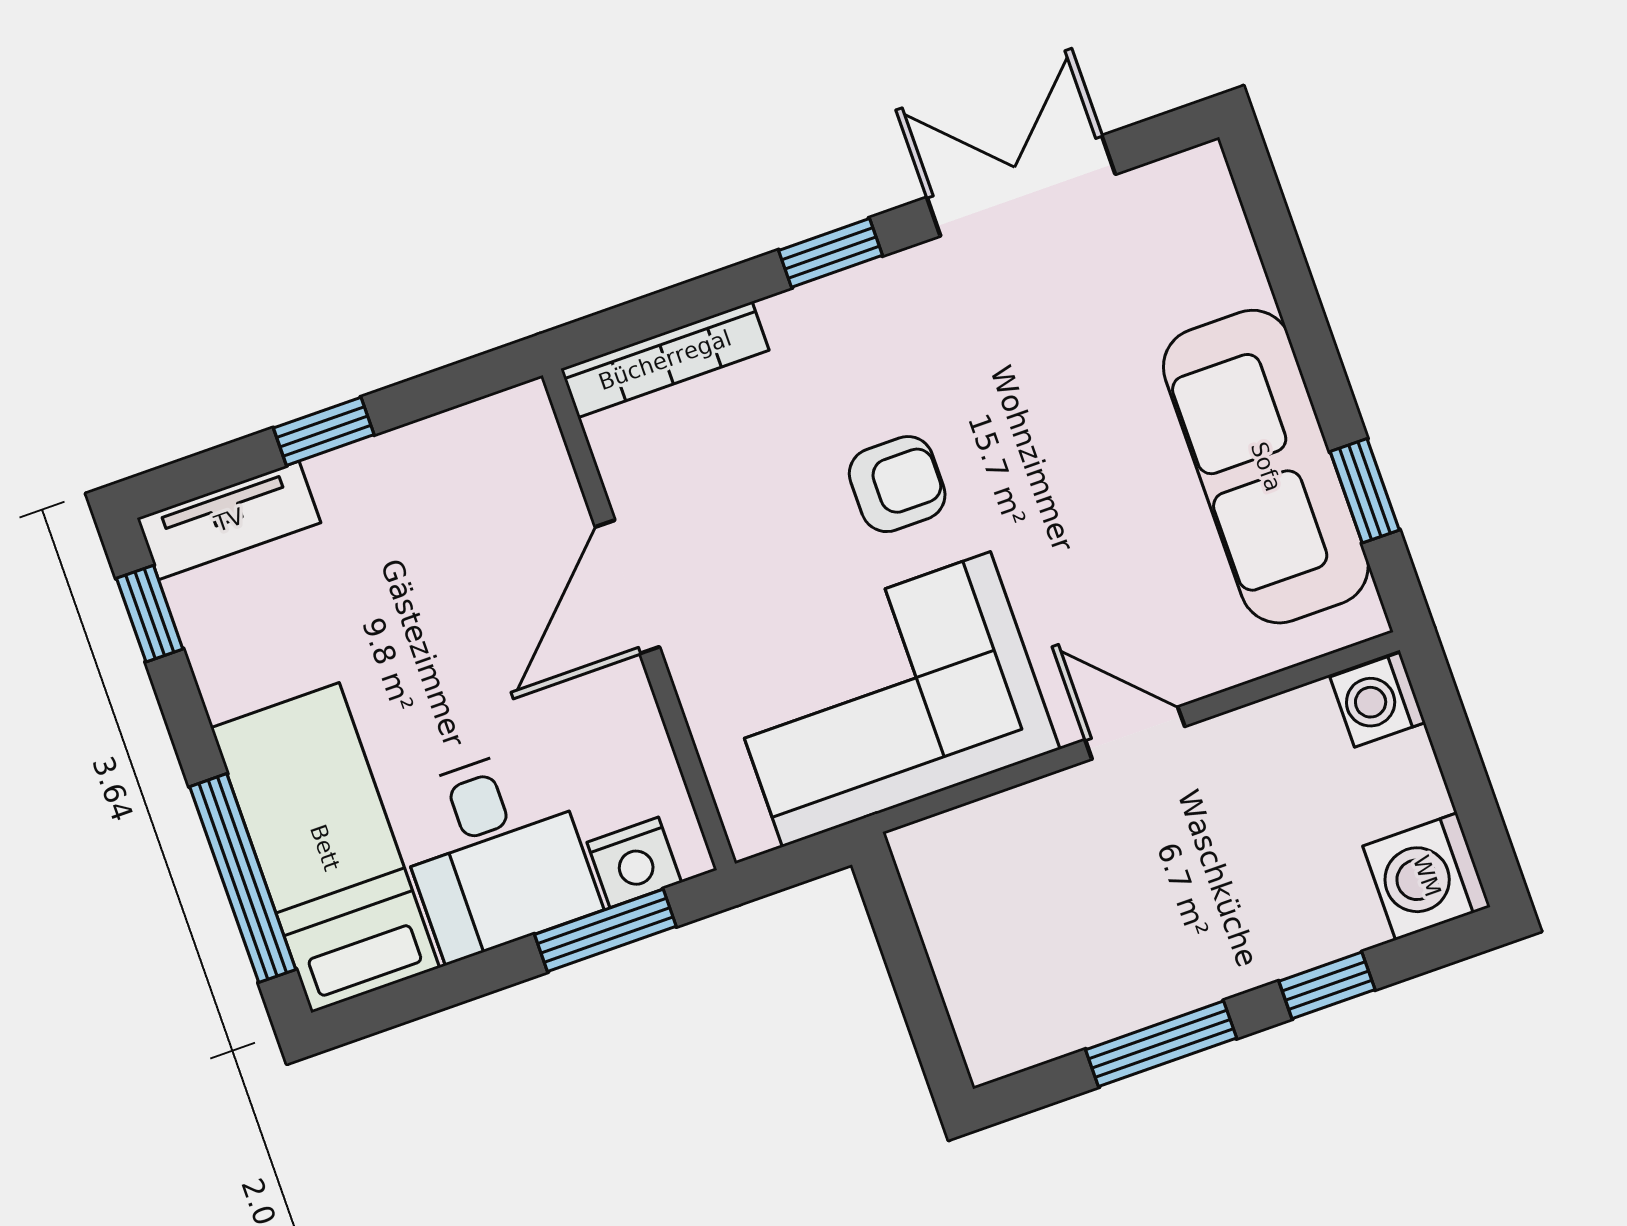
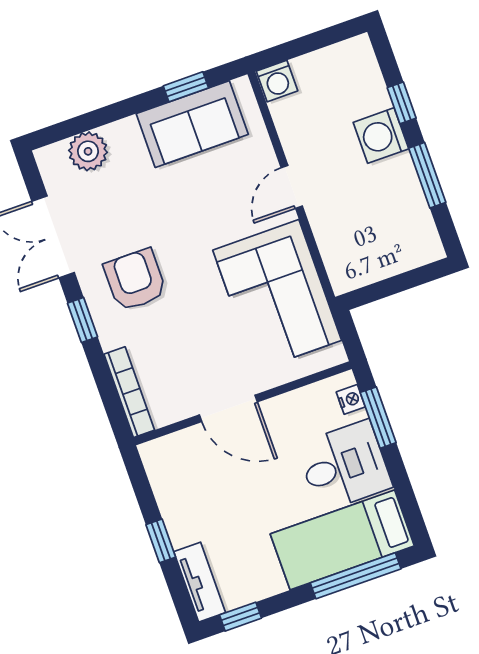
plant: (1217, 266) -> (88, 151), added
sofa: (1266, 467) -> (192, 124), width x0.73
armchair: (897, 484) -> (135, 280), moved, width x1.38, depth x1.38
nightstand: (634, 862) -> (351, 399), width x0.72, depth x0.74
washing machine: (1427, 876) -> (381, 136), moved, turned 90

